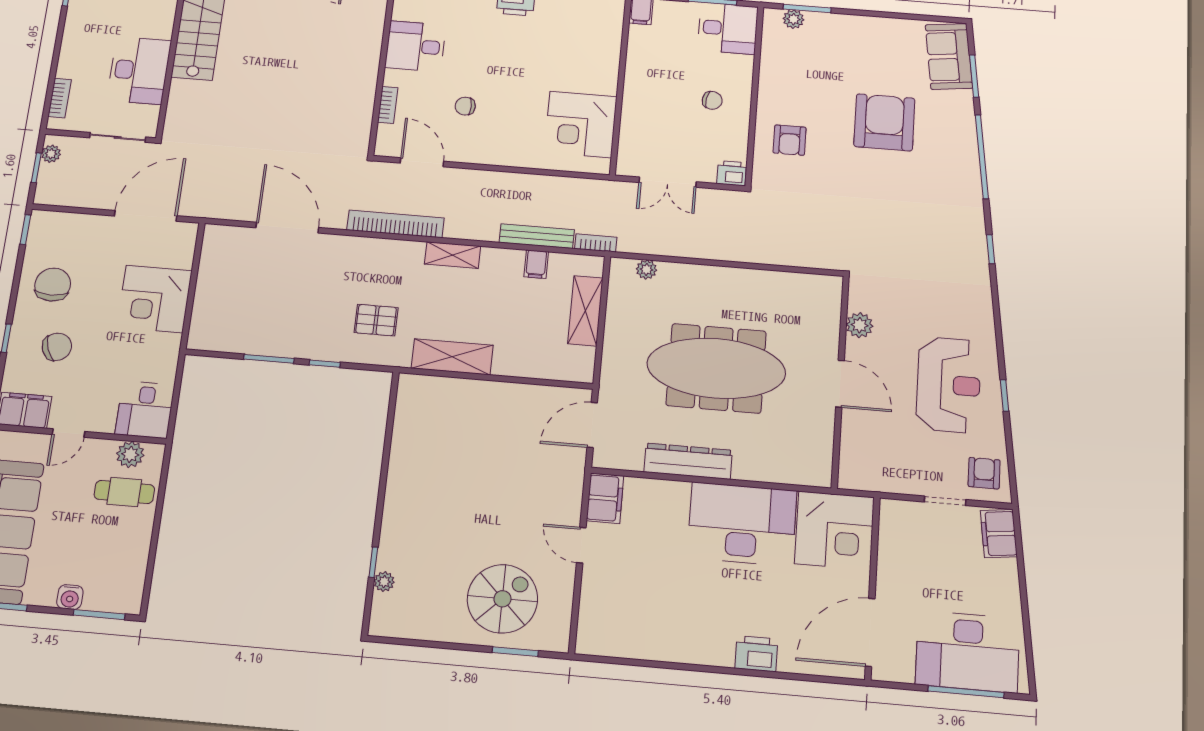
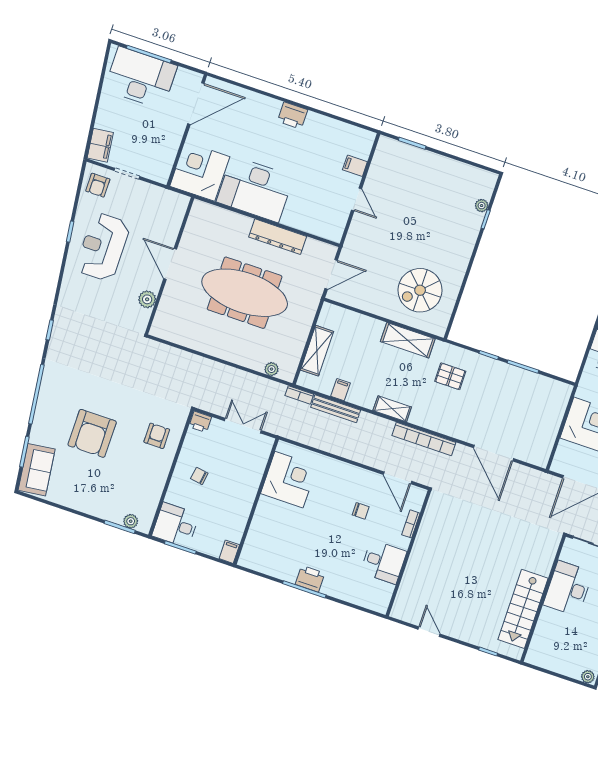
filing cabinet: (605, 498) -> (355, 166), moved, width x0.50
spiral stairs: (502, 599) -> (420, 290), moved
printer: (756, 654) -> (293, 116), moved

